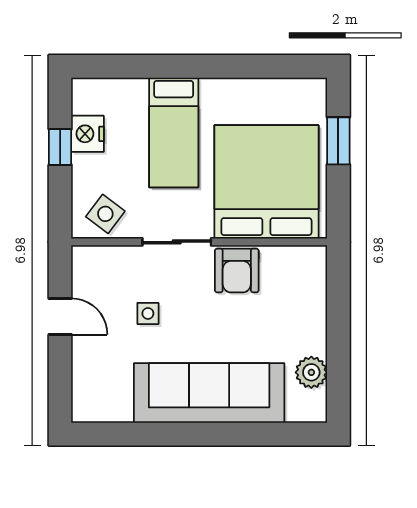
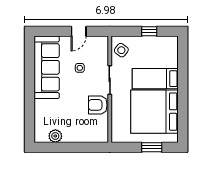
nightstand: (88, 134) -> (155, 43), removed
bed: (266, 182) -> (155, 112), moved, turned 180
sofa: (209, 393) -> (47, 67), moved

